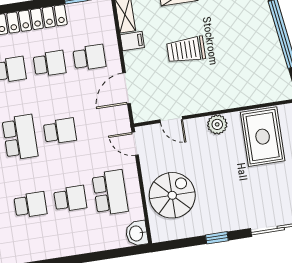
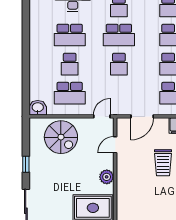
trolley: (186, 50) -> (163, 163), turned 180
door: (127, 88) -> (142, 116), swing flipped
school desk: (30, 205) -> (70, 35), width x1.85

